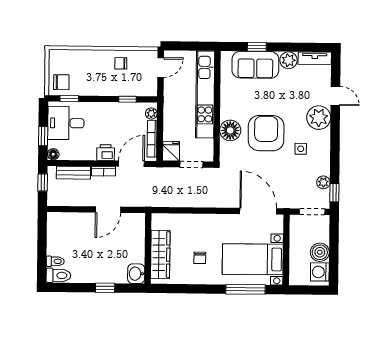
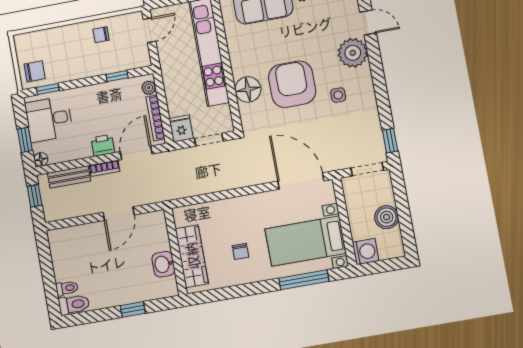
plant: (323, 182) -> (374, 131), removed
washing machine: (320, 272) -> (365, 252), moved, turned 180
washbasin: (136, 274) -> (163, 264), moved

